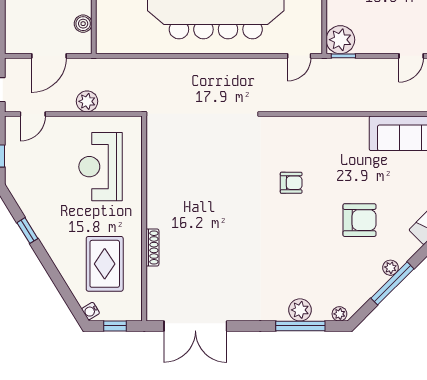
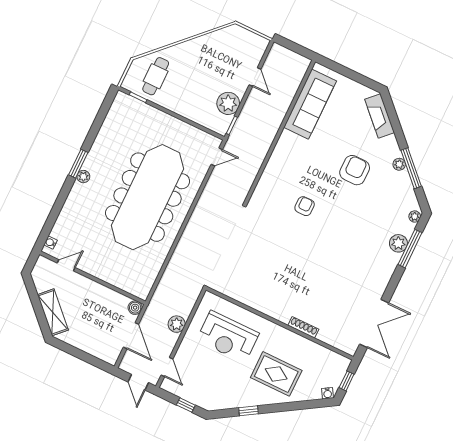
boiler: (83, 24) -> (135, 308), moved
plant: (340, 40) -> (228, 103), moved
door: (299, 56) -> (217, 157), hinge flipped
rug: (105, 264) -> (276, 374), moved

